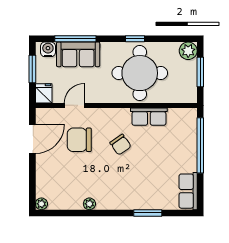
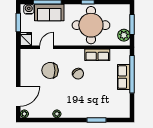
plant: (188, 51) -> (124, 35), moved
door: (32, 139) -> (18, 96), moved
row of seats: (188, 191) -> (124, 77), moved

